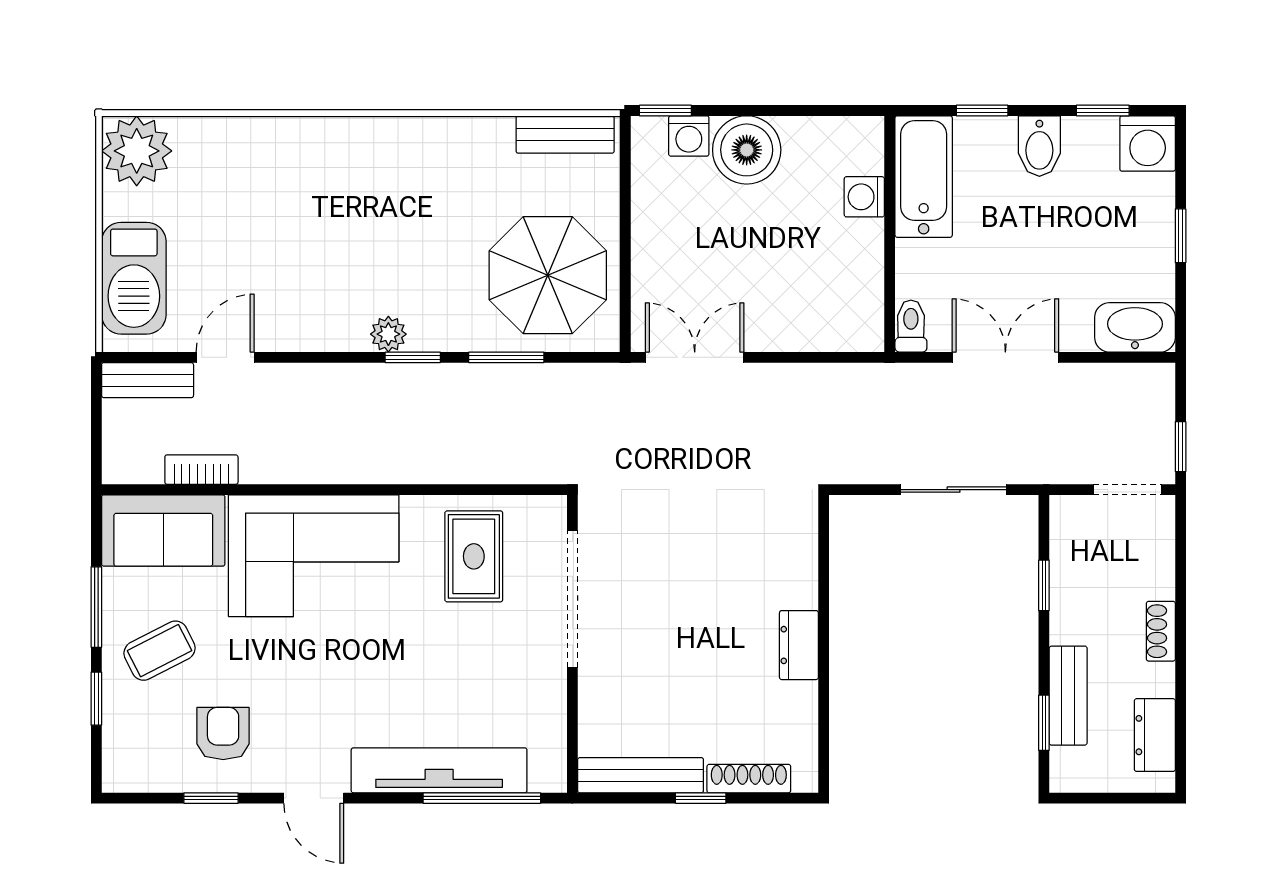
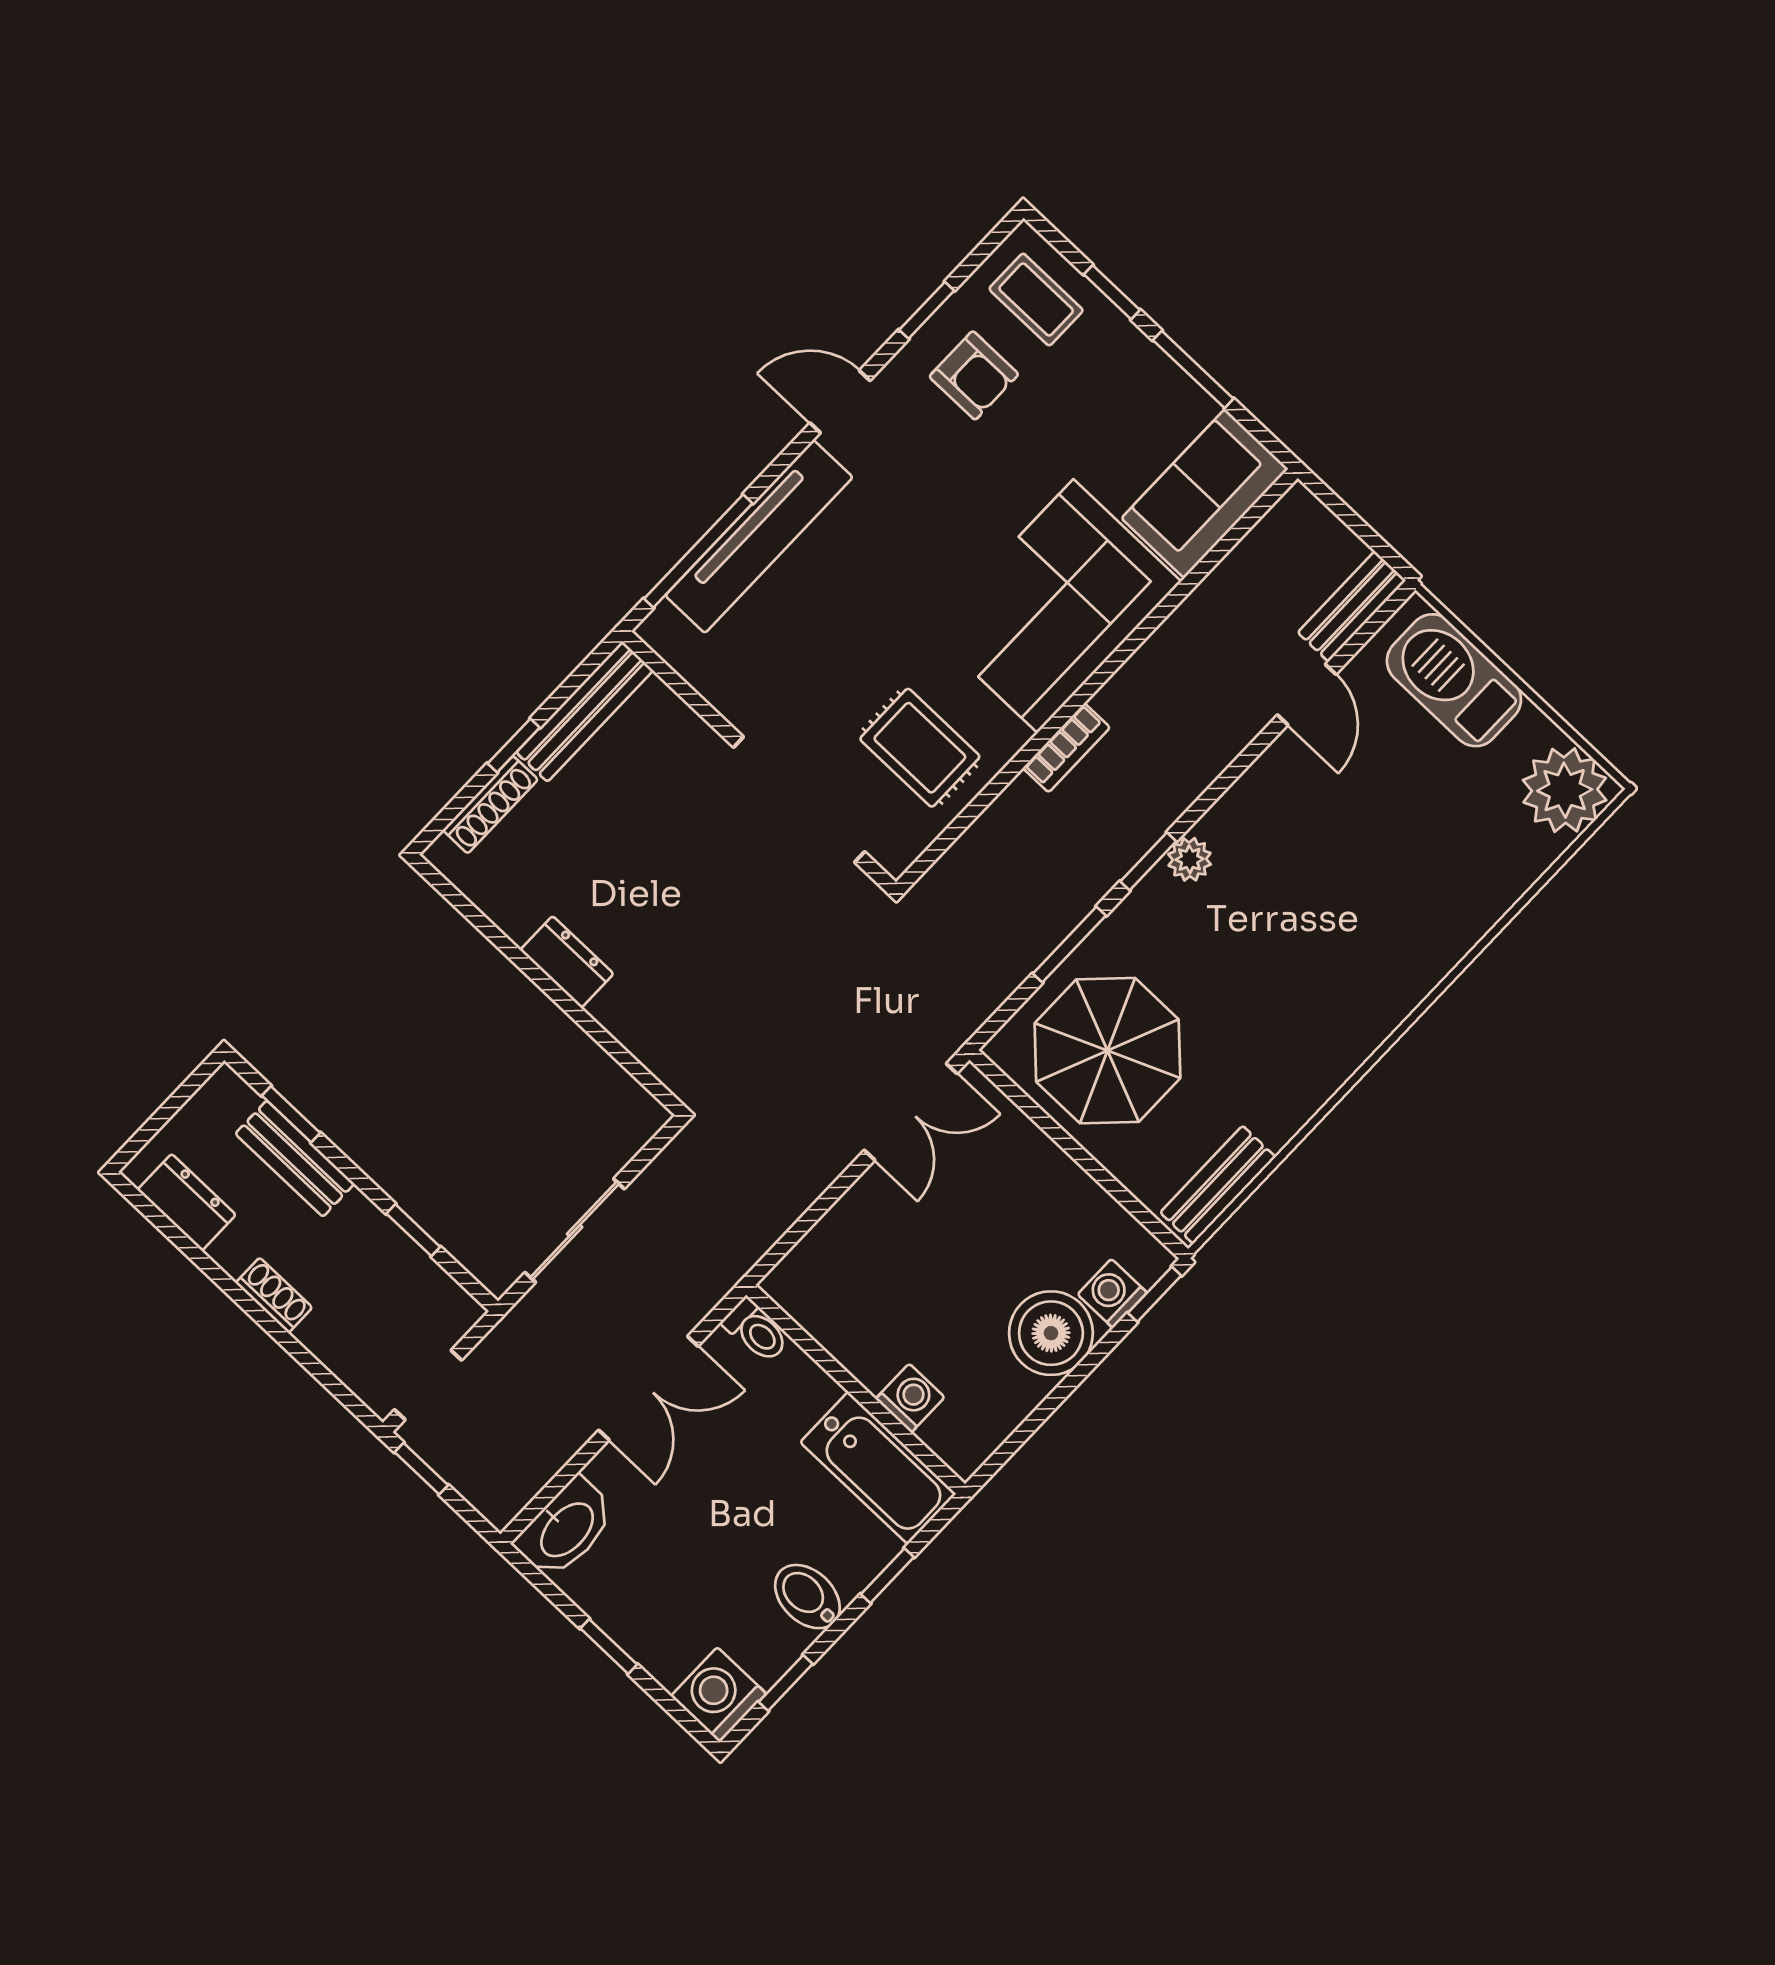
bookcase: (201, 470) -> (1066, 748), moved
coffee table: (160, 651) -> (1036, 300), moved, turned -63

